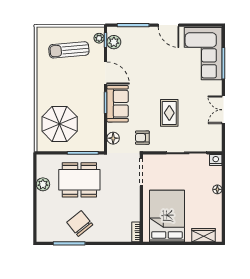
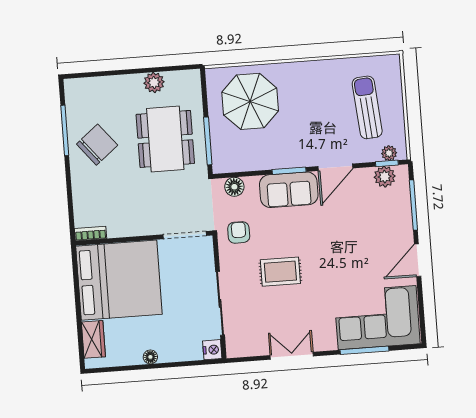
floor lamp: (217, 189) -> (150, 357), moved
bed: (167, 216) -> (119, 280), width x1.36

